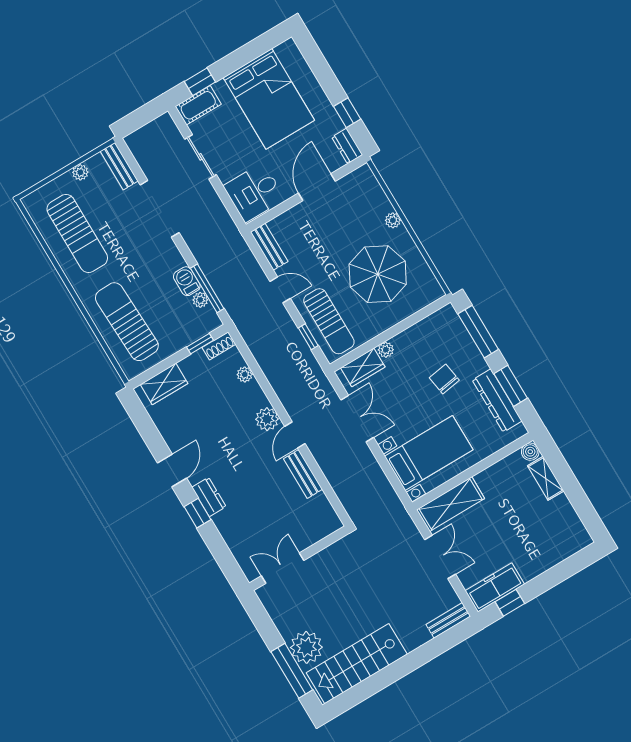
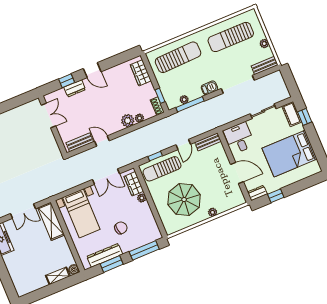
barbecue: (187, 281) -> (209, 88), moved
plant: (267, 419) -> (128, 121), moved
wall: (299, 558) -> (53, 125), moved
double door: (283, 568) -> (49, 115), moved

